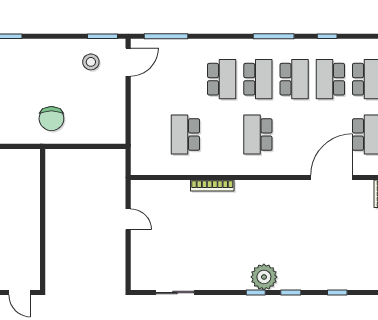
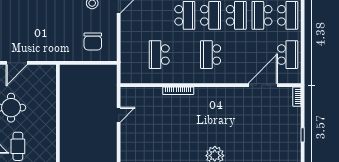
chair: (51, 119) -> (93, 41), moved
door: (128, 219) -> (119, 115), hinge flipped

